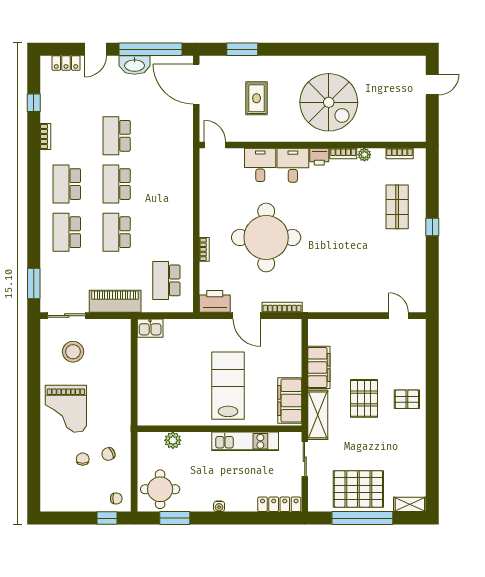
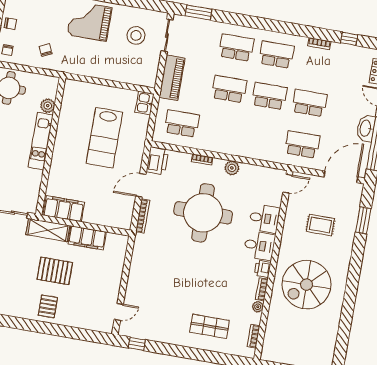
school desk: (166, 136) -> (302, 144), added
plant: (208, 213) -> (232, 168), added
window: (432, 227) -> (137, 344), moved
lab bench: (228, 386) -> (104, 138), moved, turned 90
kitchen unit: (245, 441) -> (41, 141), moved
chair: (83, 459) -> (10, 24), moved

